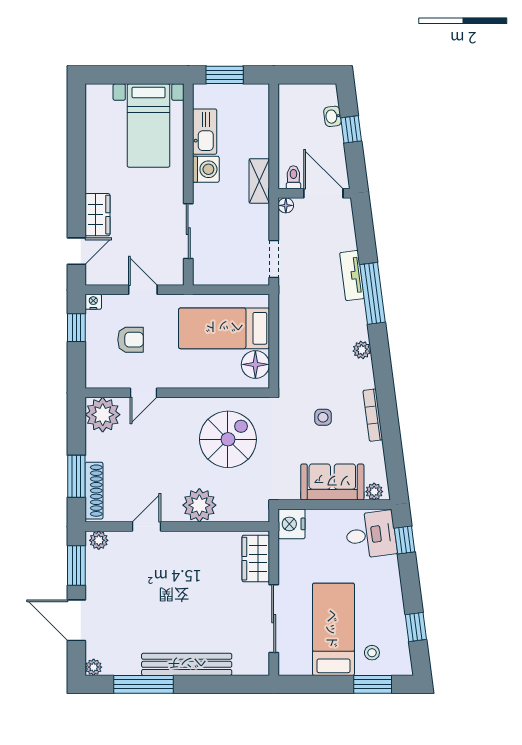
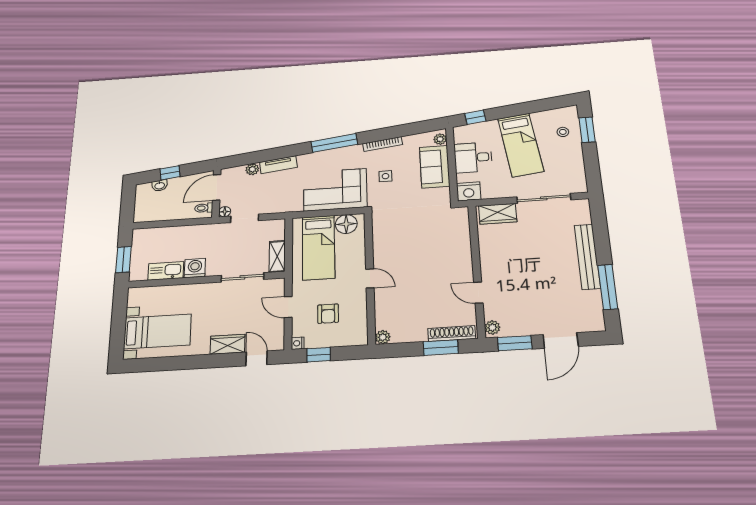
bed with nightstands: (149, 126) -> (157, 331), moved
shelving: (259, 181) -> (277, 256), moved, turned 90
doorway: (274, 259) -> (245, 218), moved
door: (143, 290) -> (288, 307), hinge flipped
window: (372, 293) -> (334, 143), moved
armchair: (131, 340) -> (328, 314), turned 180
plant: (362, 350) -> (252, 169), moved
corner sofa: (308, 351) -> (335, 190), added
door: (143, 393) -> (370, 278), moved
plant: (103, 415) -> (383, 337), width x0.53, depth x0.53
spiral stairs: (228, 439) -> (405, 239), removed
plant: (199, 505) -> (459, 256), removed
desk: (371, 535) -> (473, 158), moved, turned -83
window: (416, 627) -> (540, 106), removed
bed: (333, 629) -> (521, 145), moved, turned -97
plant: (94, 667) -> (598, 325), removed

